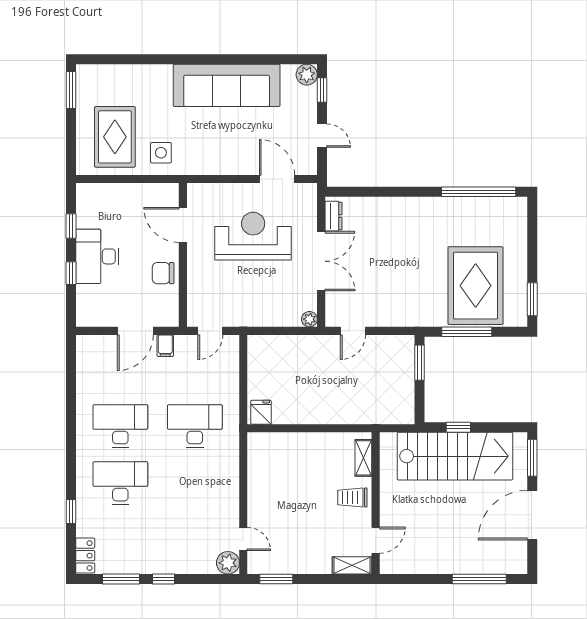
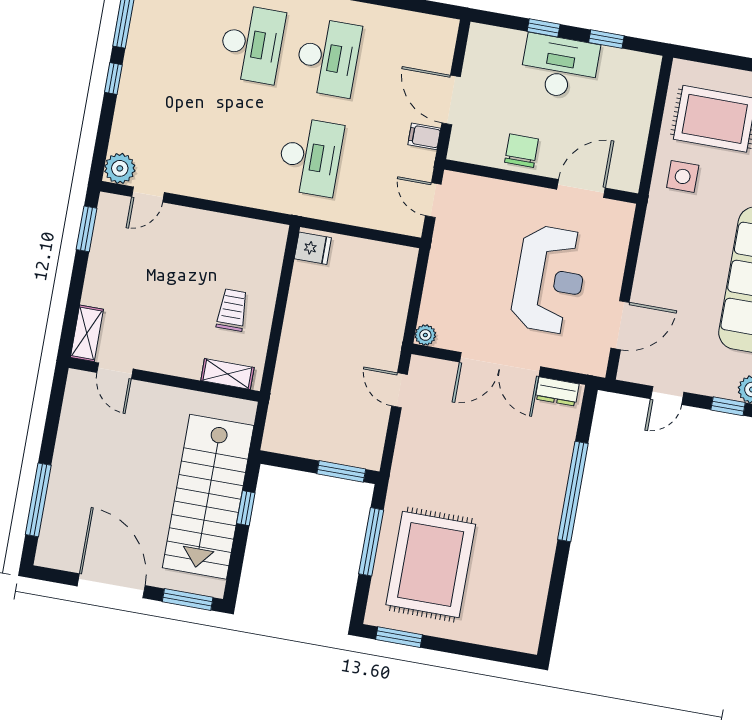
window: (479, 192) -> (573, 492), moved
rug: (476, 286) -> (431, 565), turned 90
trolley: (352, 497) -> (232, 310), moved

